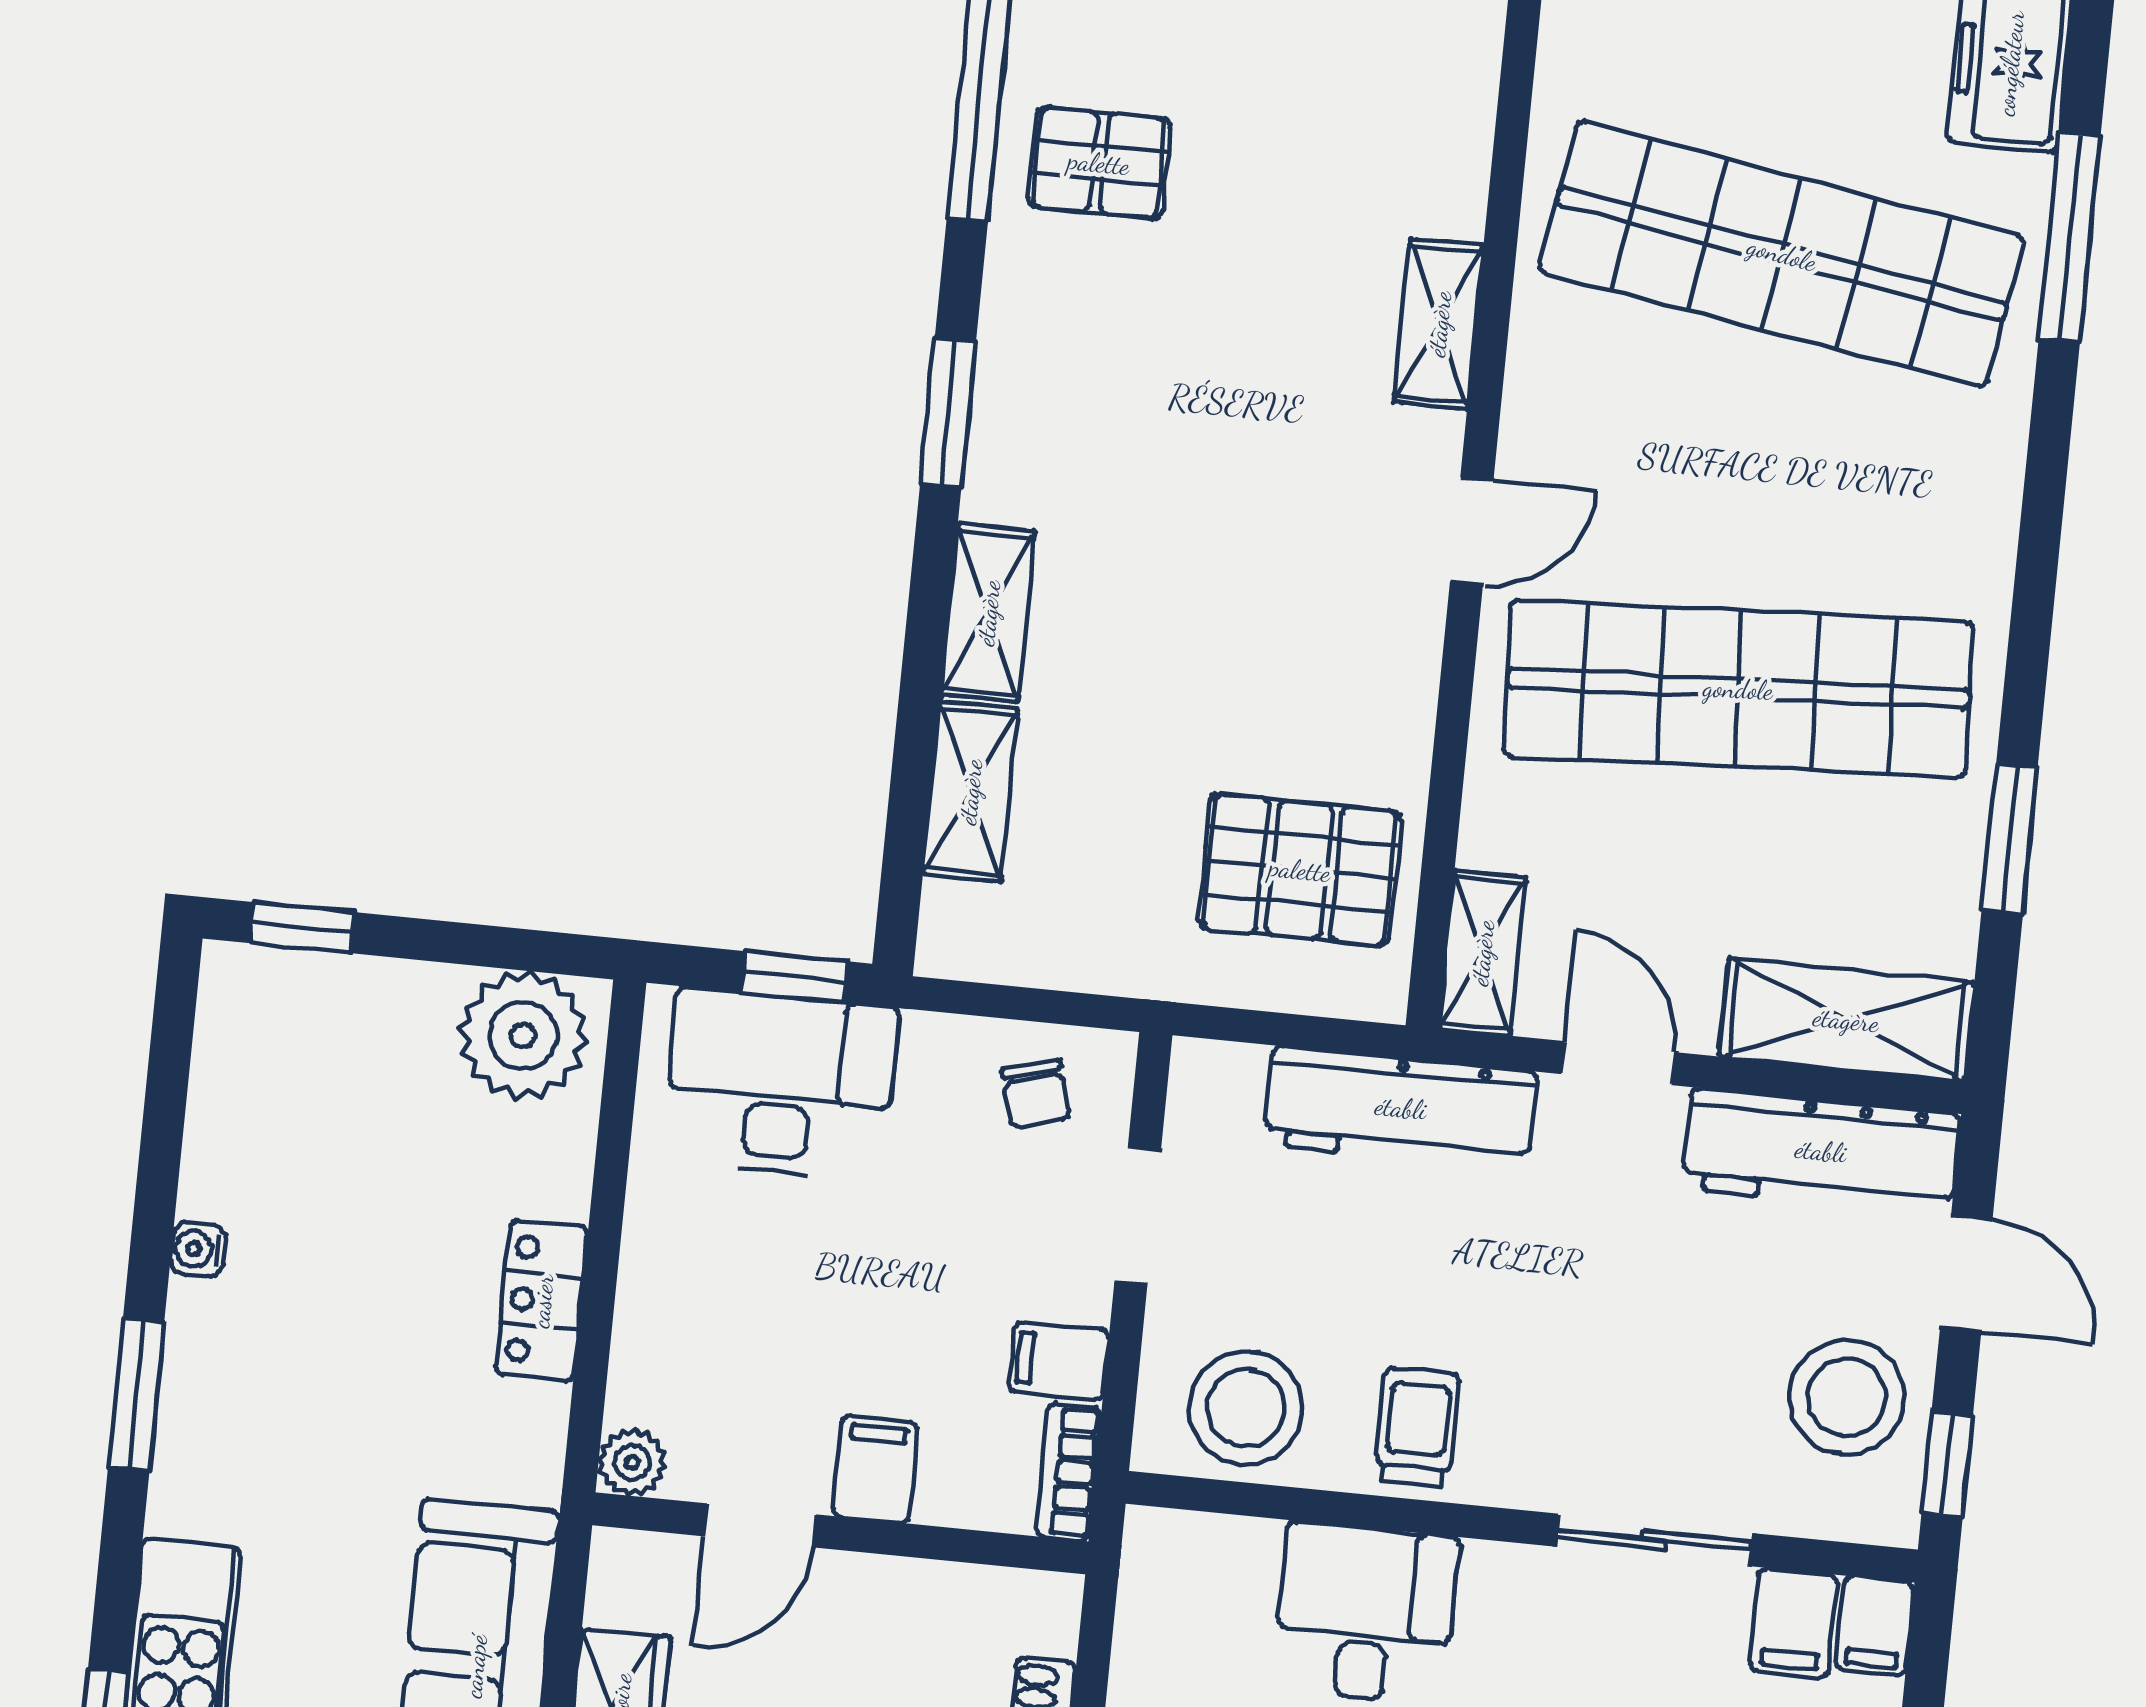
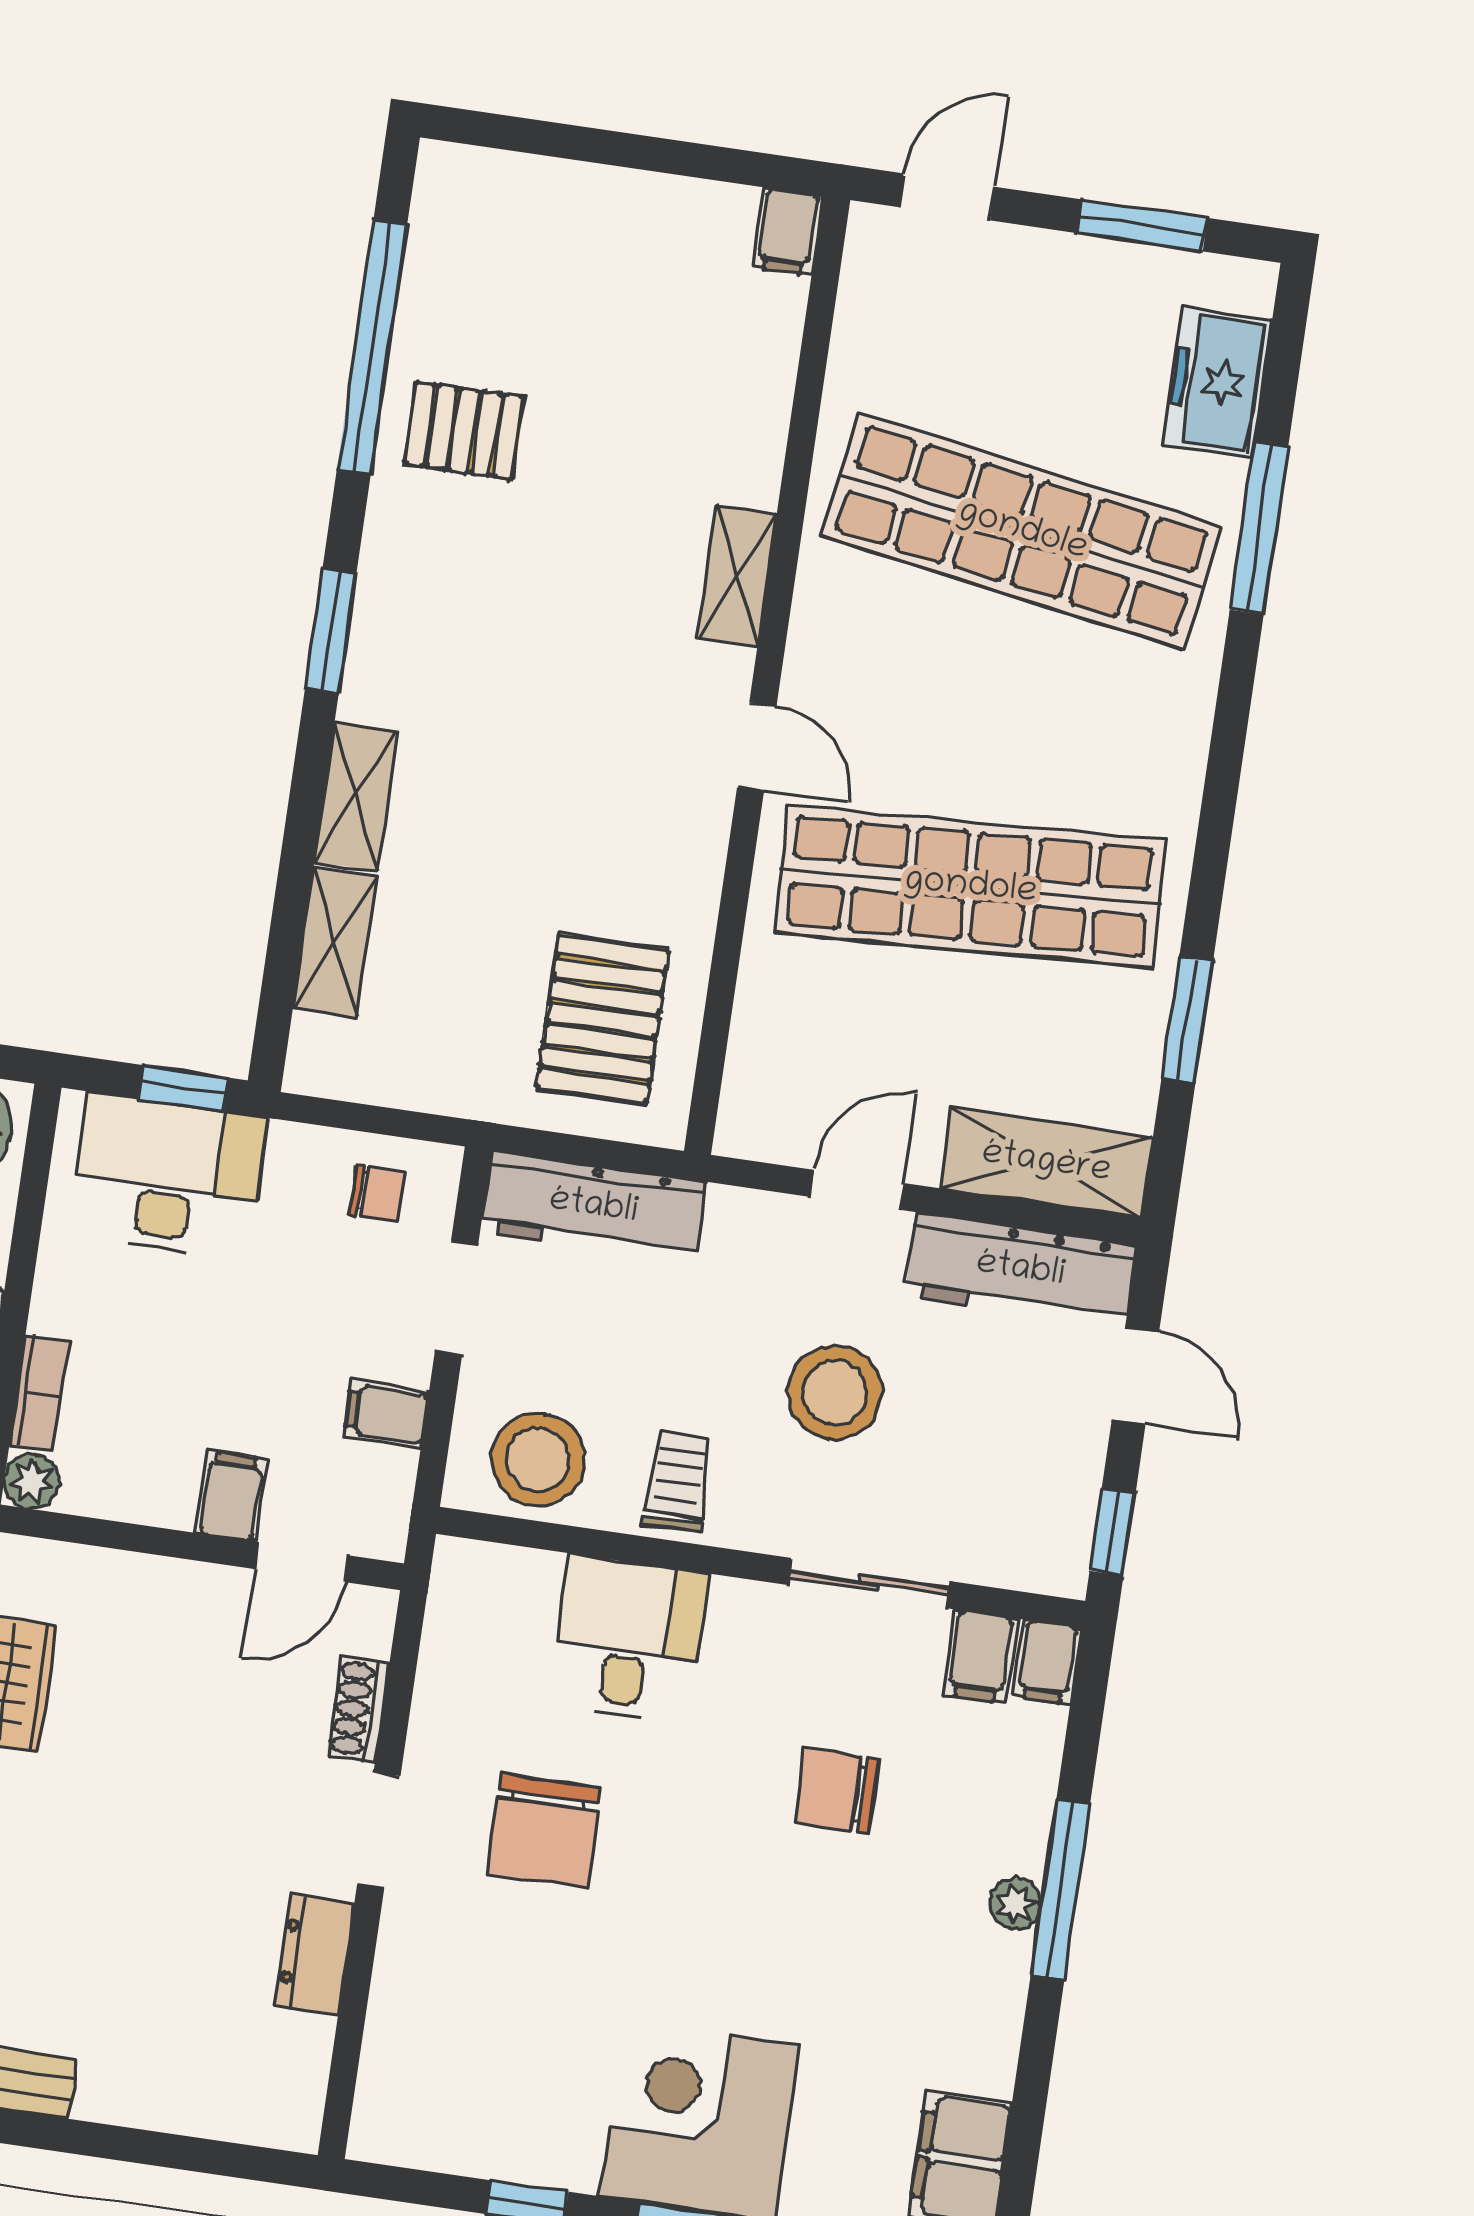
door: (1472, 531) -> (757, 747), hinge flipped
pallet: (1300, 870) -> (603, 1019), turned 90
shelving: (1482, 953) -> (749, 1094), removed
door: (1618, 1063) -> (857, 1190), hinge flipped
chair: (1036, 1093) -> (377, 1193), turned -74
workbench: (1401, 1108) -> (594, 1207), moved
stool: (1847, 1397) -> (835, 1392), moved
bookcase: (1068, 1472) -> (39, 1393), moved, turned 180
door: (760, 1525) -> (302, 1562), moved

